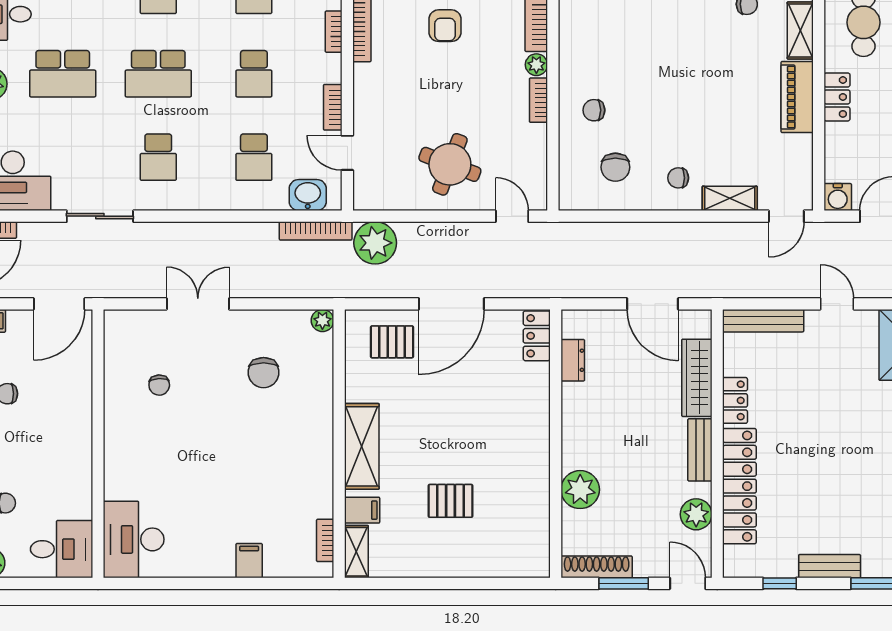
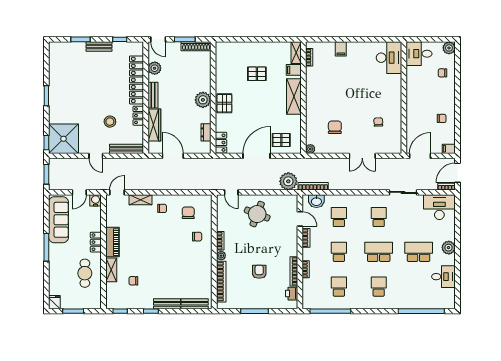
stool: (803, 386) -> (110, 122), added
pallet: (529, 430) -> (224, 103), added
plant: (580, 490) -> (203, 100), moved

